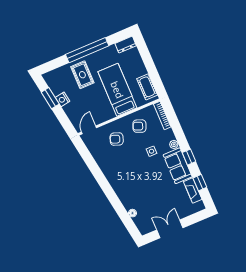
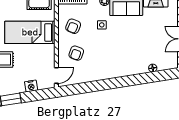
nightstand: (63, 99) -> (31, 86), moved
door: (89, 130) -> (56, 76), swing flipped

